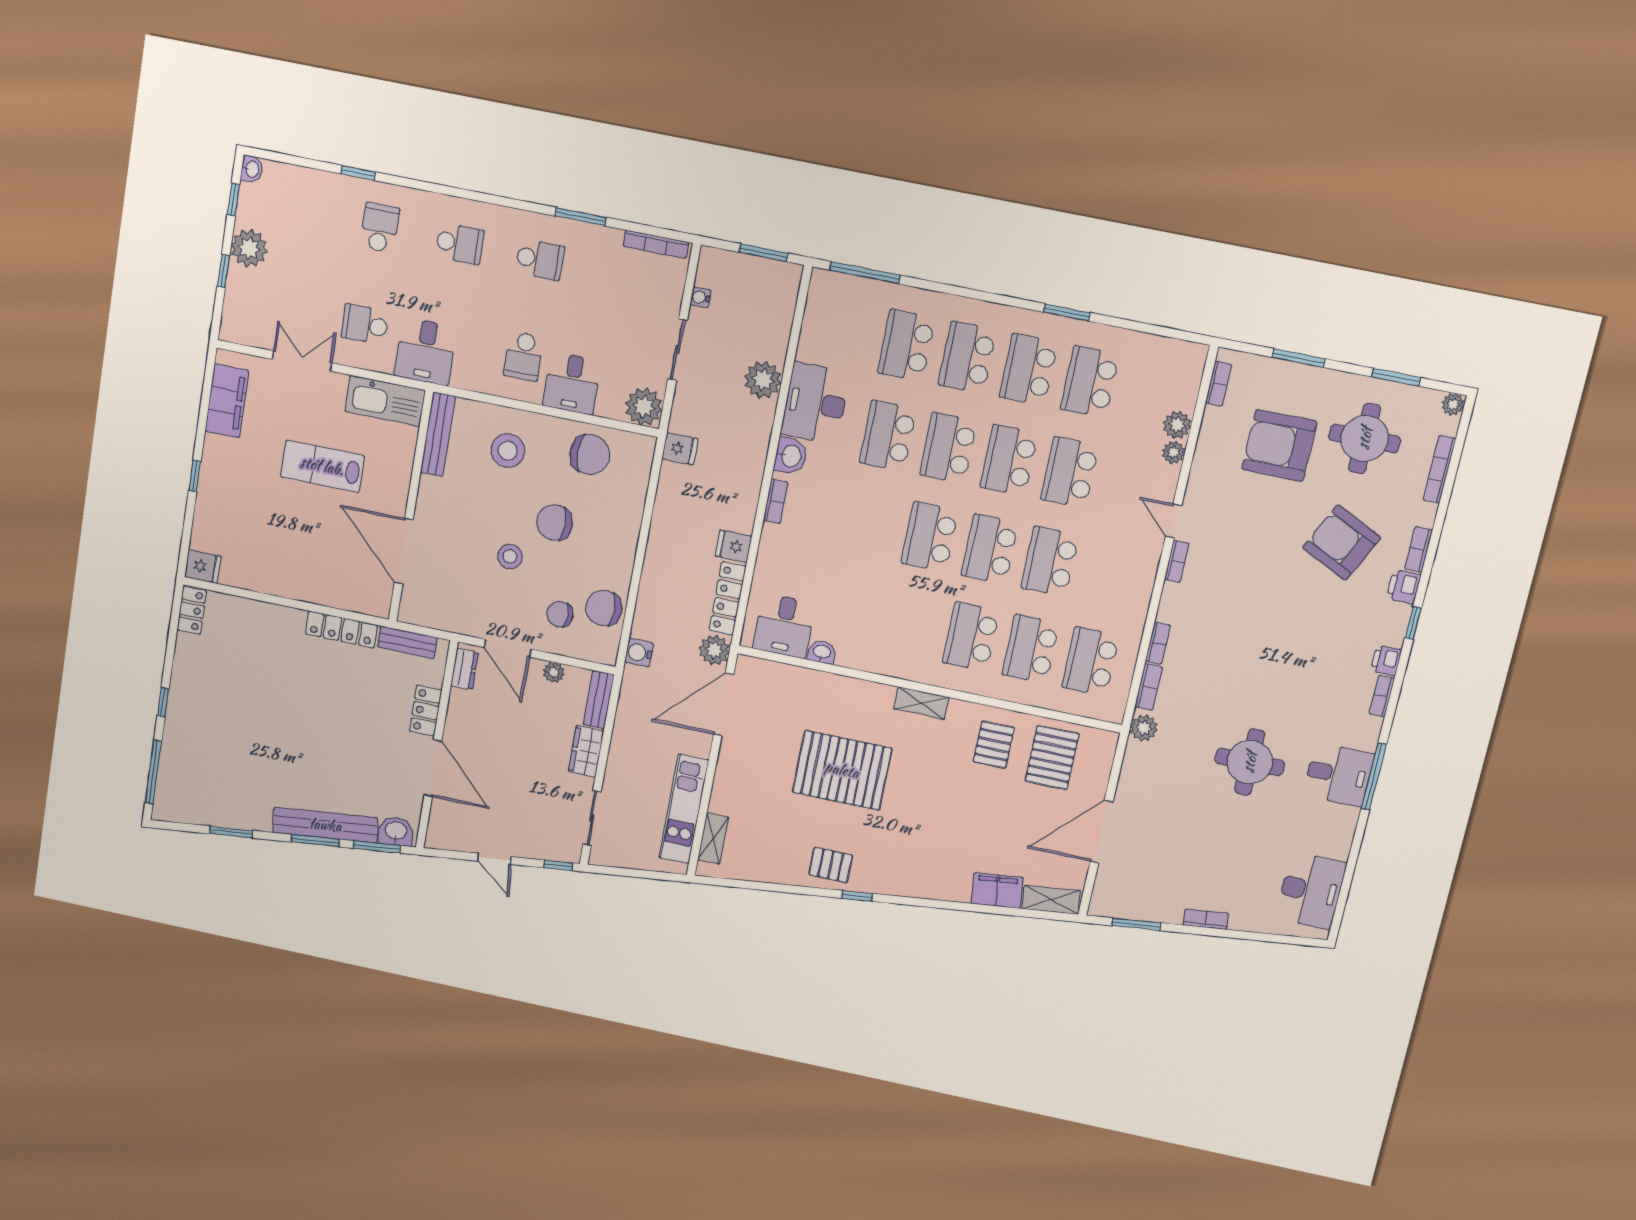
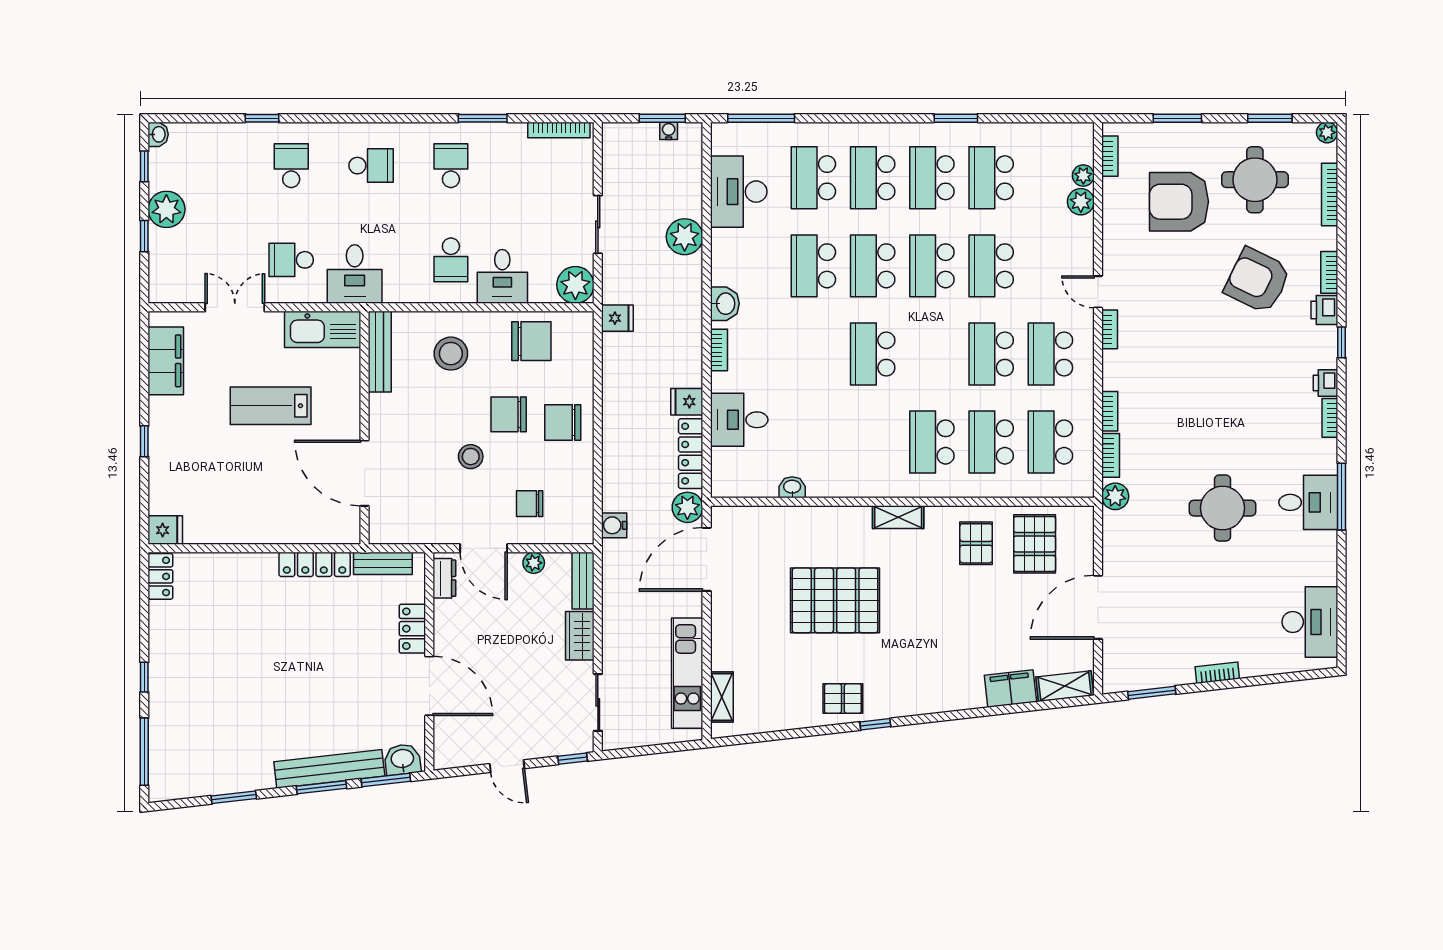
school desk: (540, 260) -> (451, 166), turned -90
water cooler: (700, 297) -> (669, 131), moved, turned 90
desk: (815, 403) -> (739, 192), moved
plant: (1174, 452) -> (1083, 176), moved
school desk: (990, 549) -> (1050, 354), moved
chair: (604, 608) -> (563, 422), moved
desk: (784, 626) -> (739, 420), moved, turned 90

